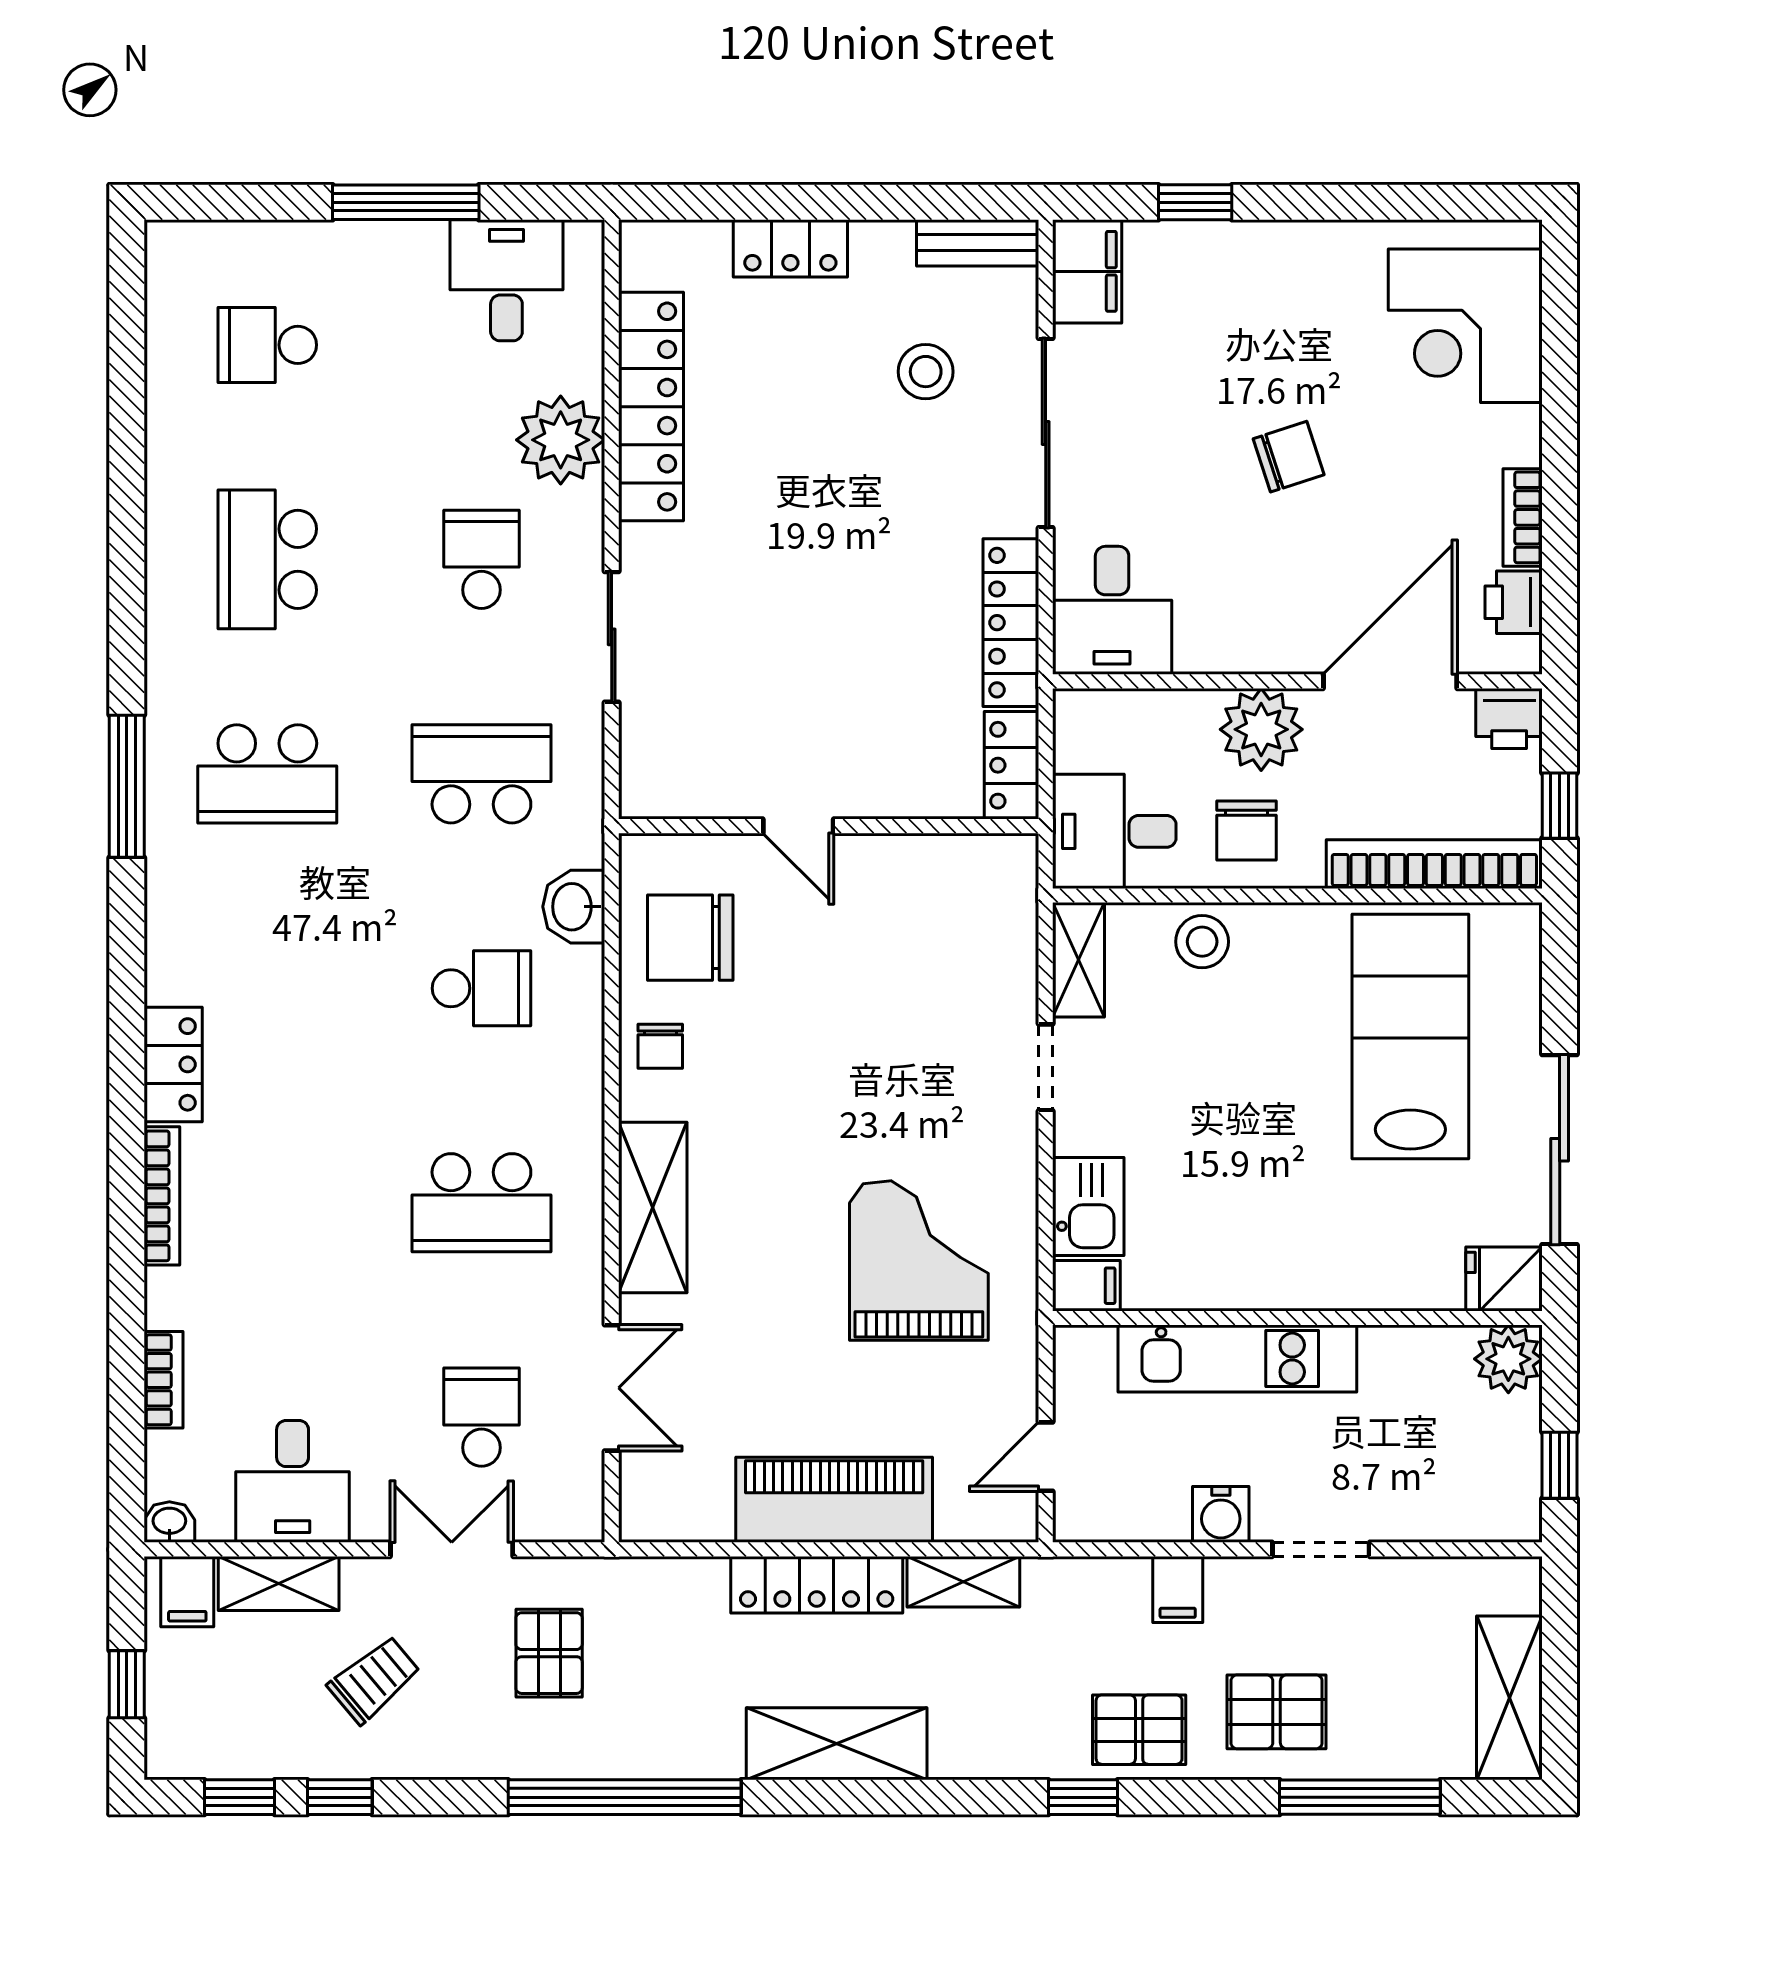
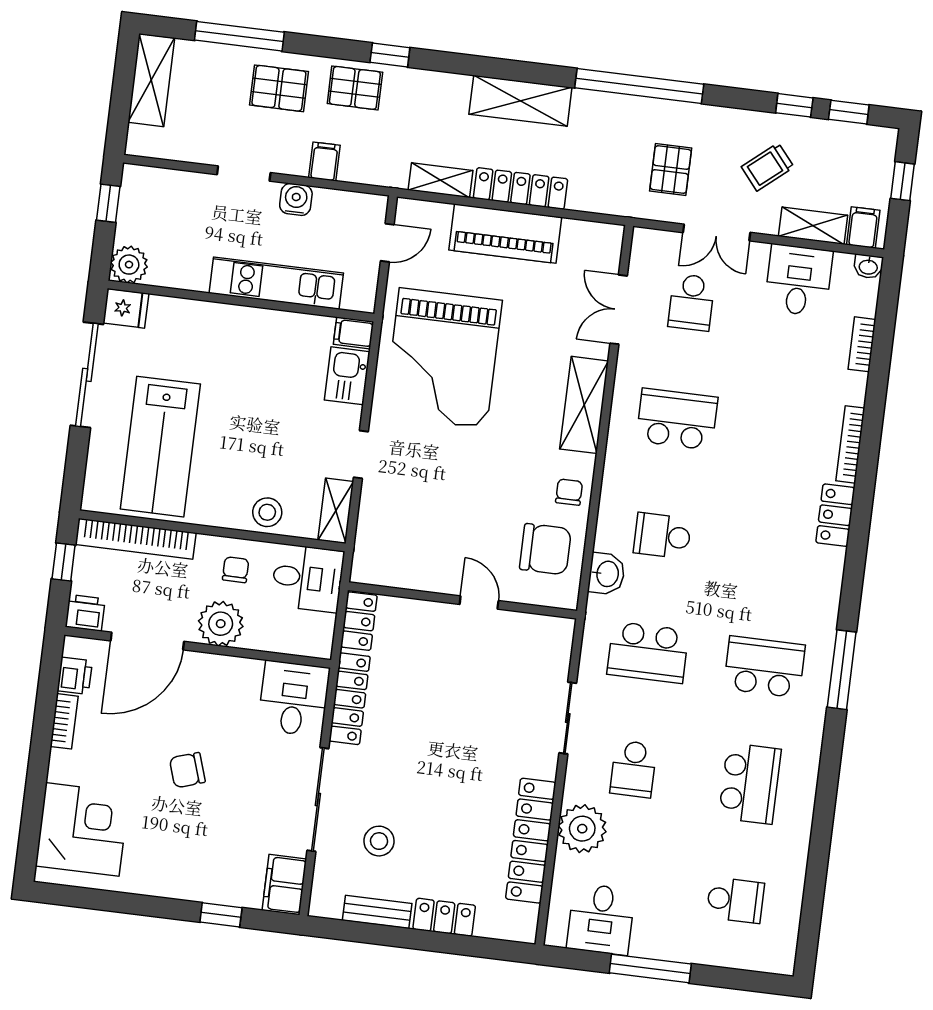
bench: (978, 243) -> (377, 912), moved
chair: (1246, 830) -> (236, 570), width x0.73, depth x0.73
grand piano: (919, 1260) -> (443, 358), width x1.37, depth x1.48

